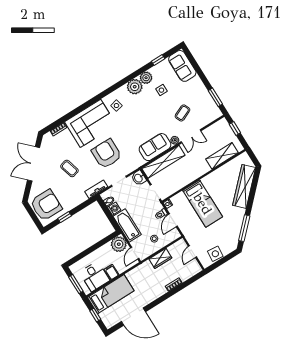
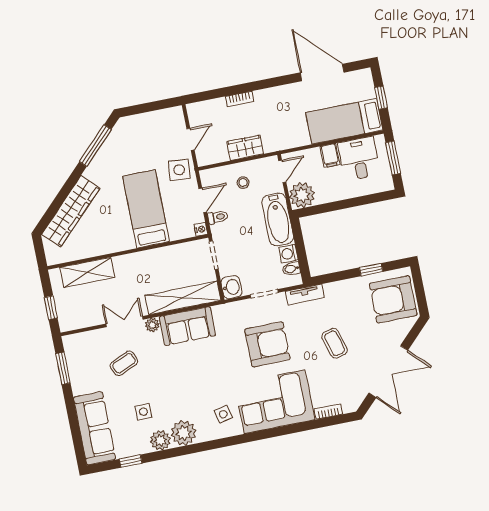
sofa: (182, 66) -> (95, 428), width x1.36
armchair: (107, 154) -> (267, 344), turned -90
side table: (215, 254) -> (179, 170), moved

